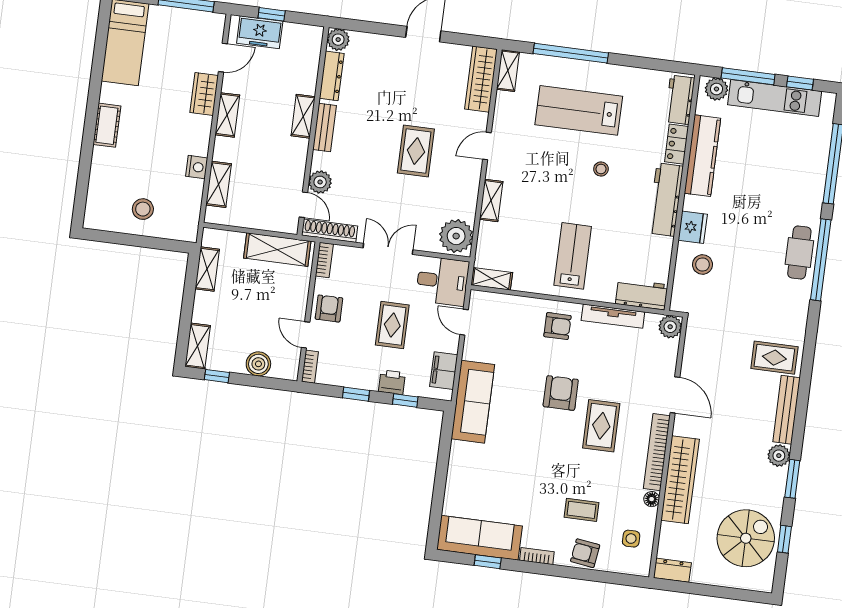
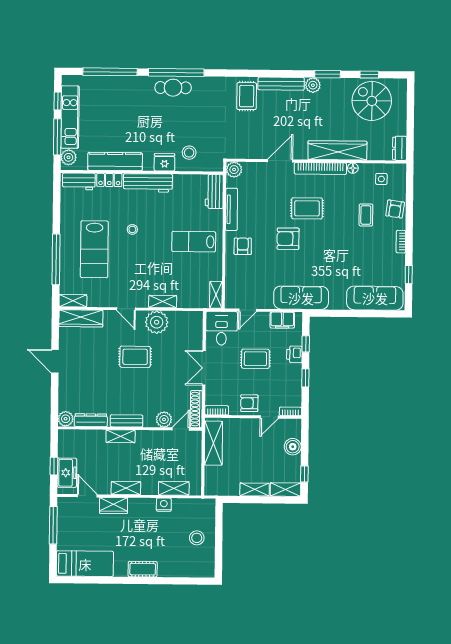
plant: (456, 236) -> (157, 322), moved
shelving: (207, 269) -> (255, 489), moved
sofa: (479, 538) -> (375, 298), moved, turned 90

